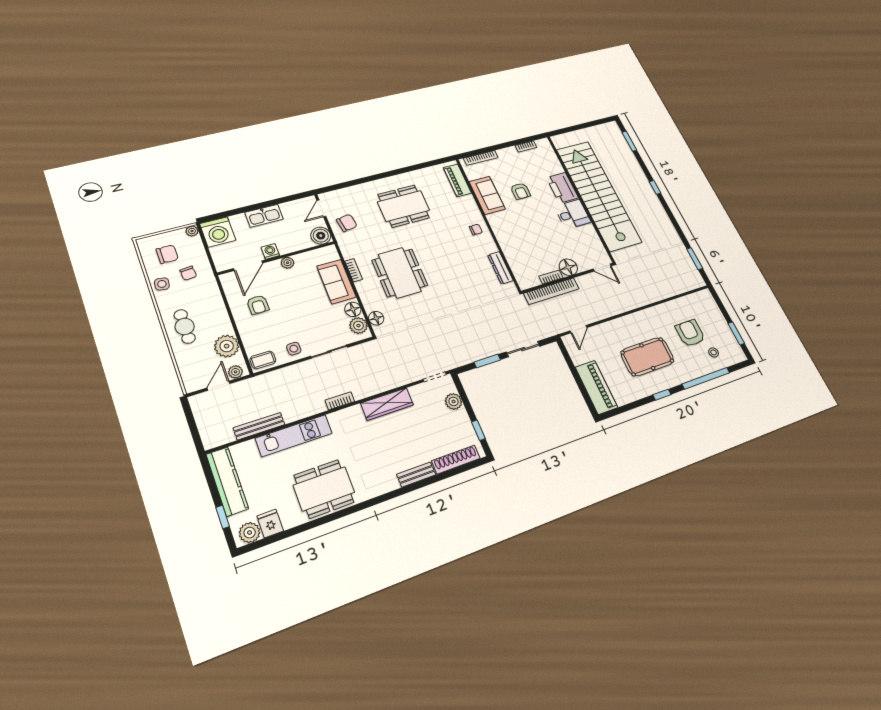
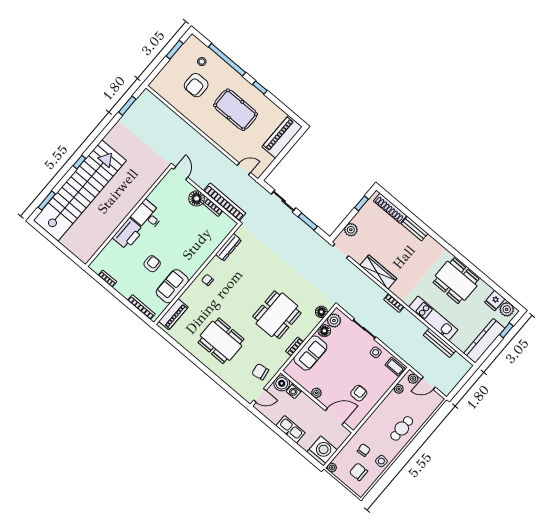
stairs: (599, 195) -> (80, 190), moved, turned 180
washing machine: (270, 251) -> (294, 391), moved
plant: (227, 346) -> (399, 389), width x0.53, depth x0.53

